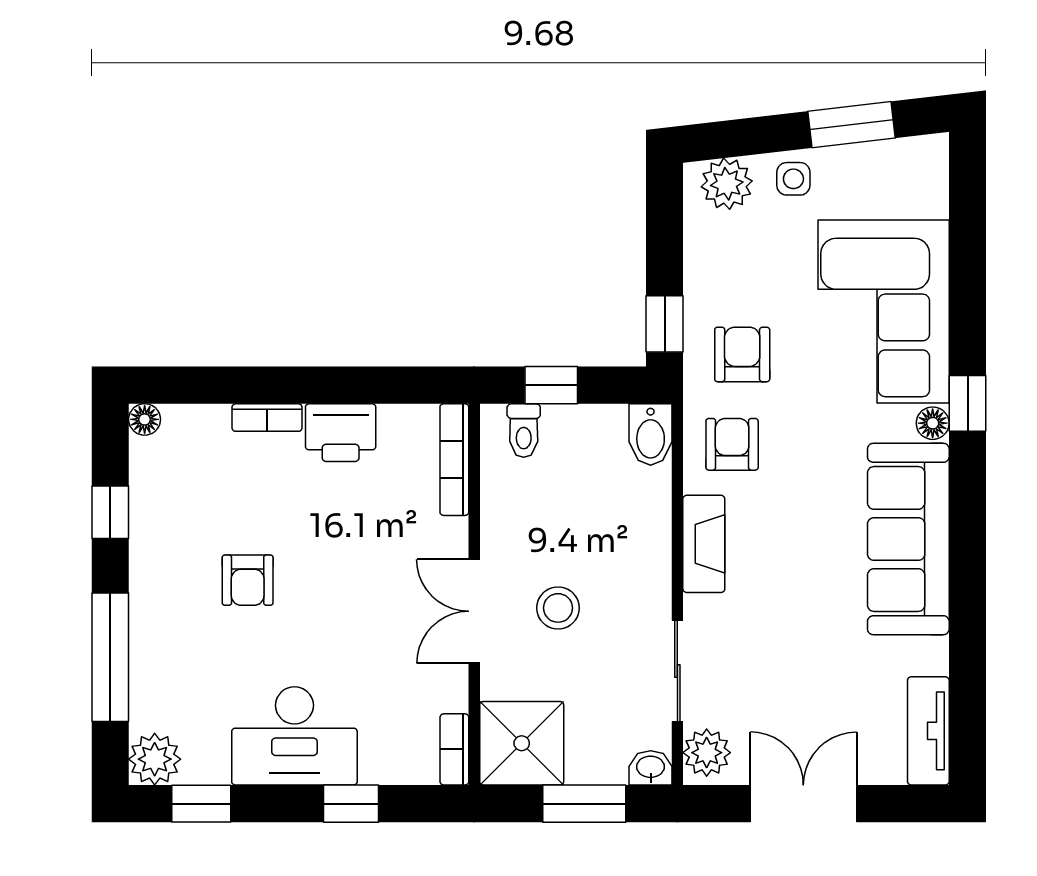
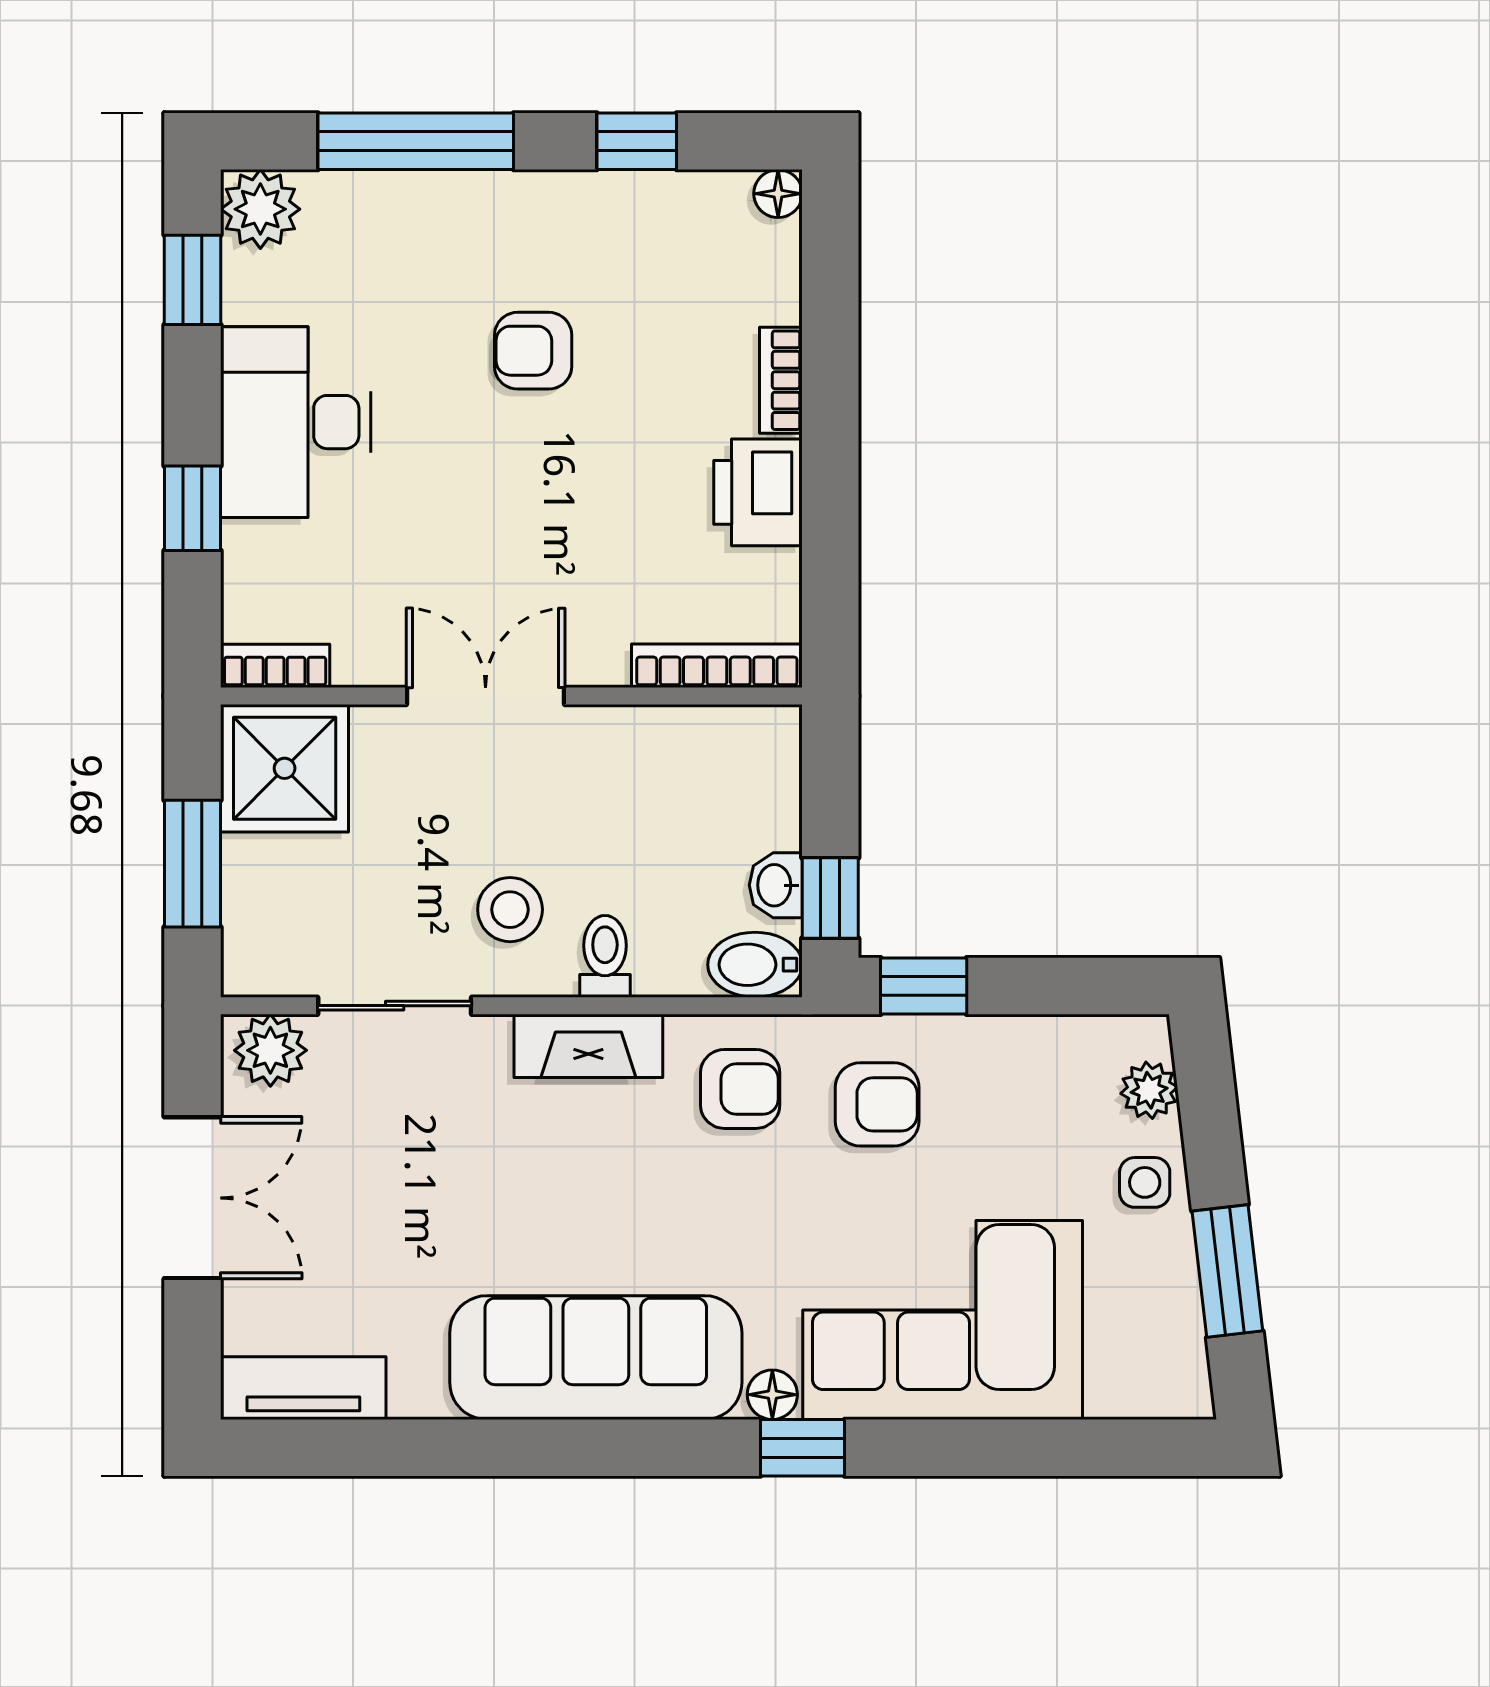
plant: (727, 184) -> (1149, 1090), width x0.73, depth x0.73
window: (551, 385) -> (830, 898), moved
toilet: (524, 431) -> (605, 956), moved, turned 90
stool: (558, 608) -> (510, 910), moved
washbasin: (651, 768) -> (776, 885), moved, turned 180

